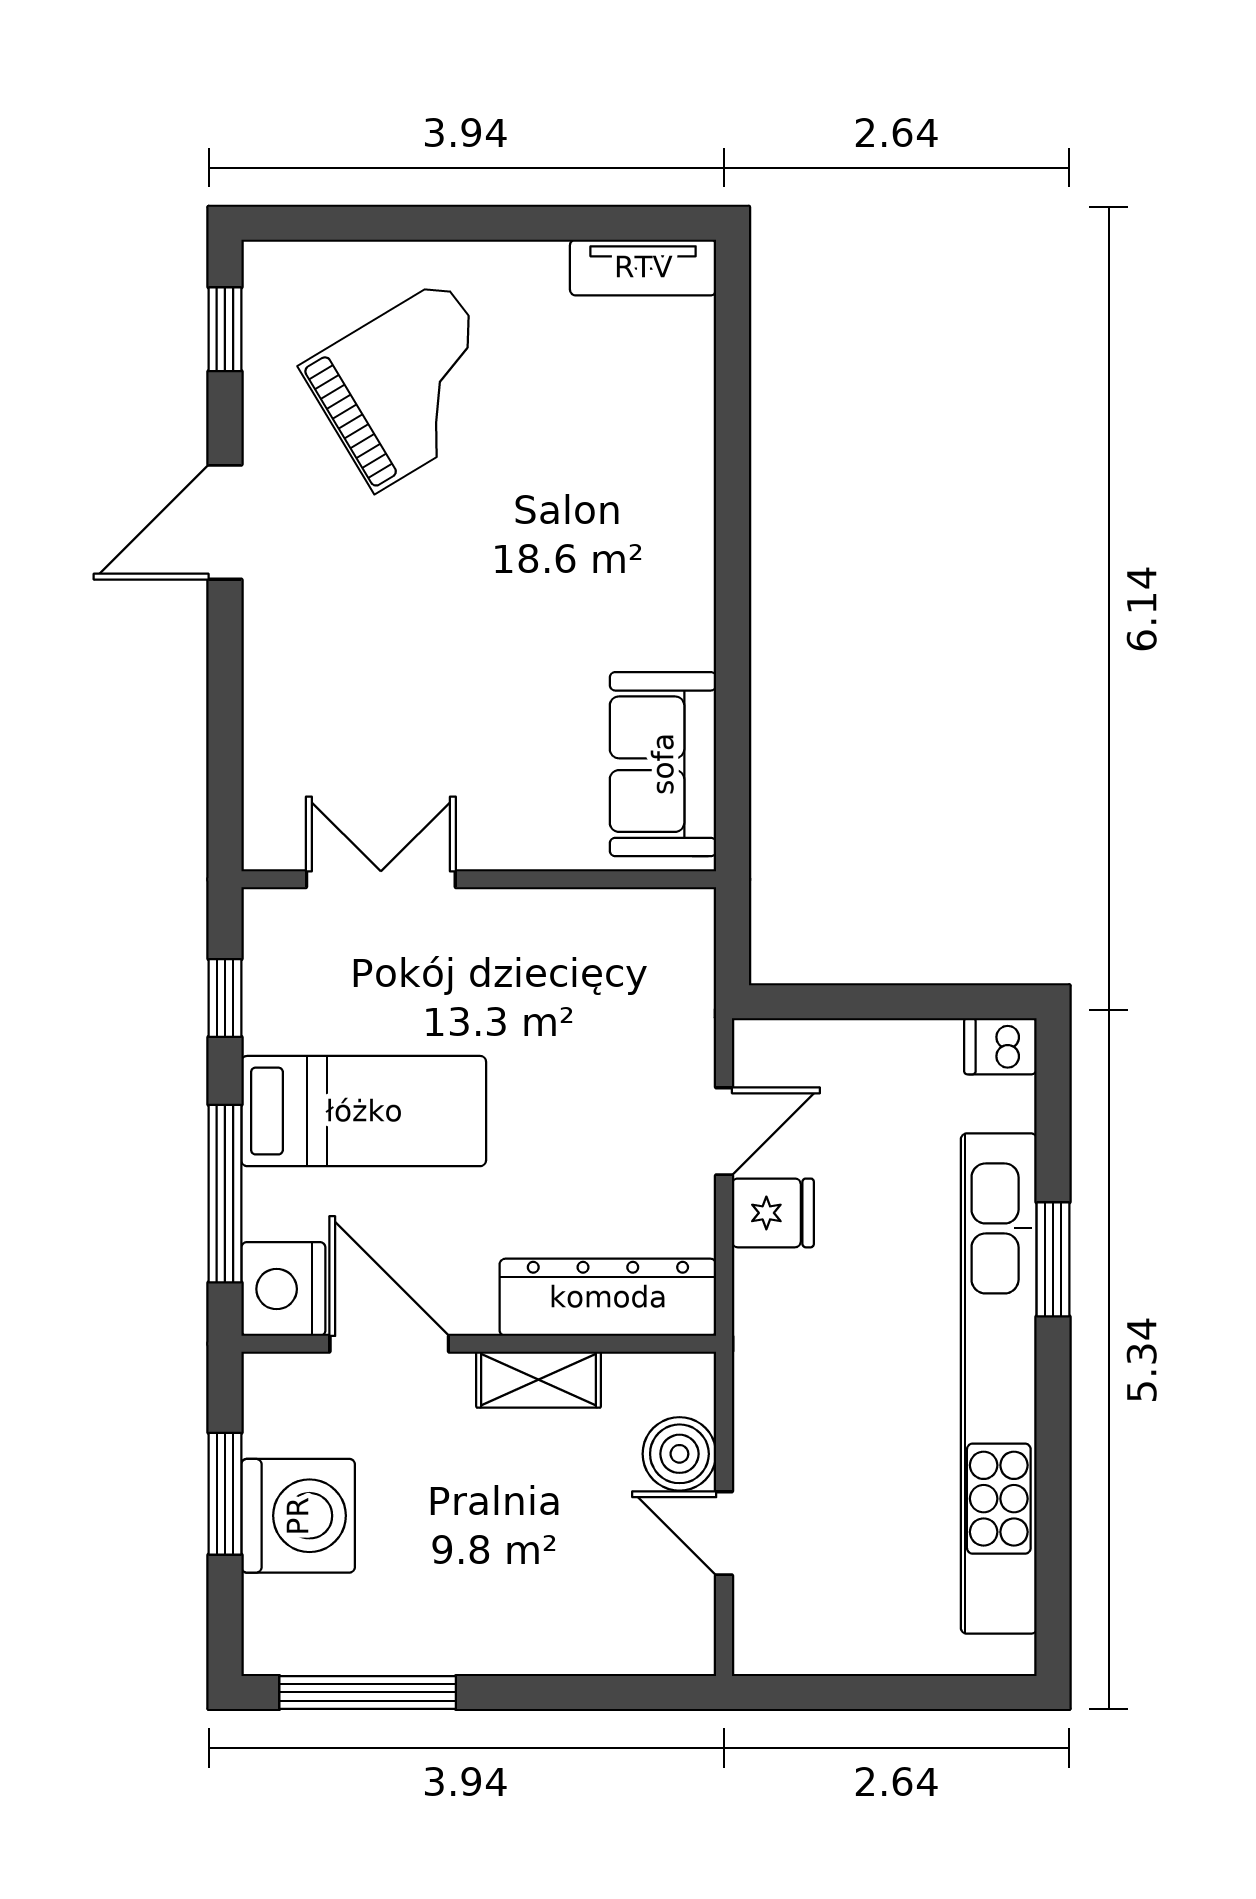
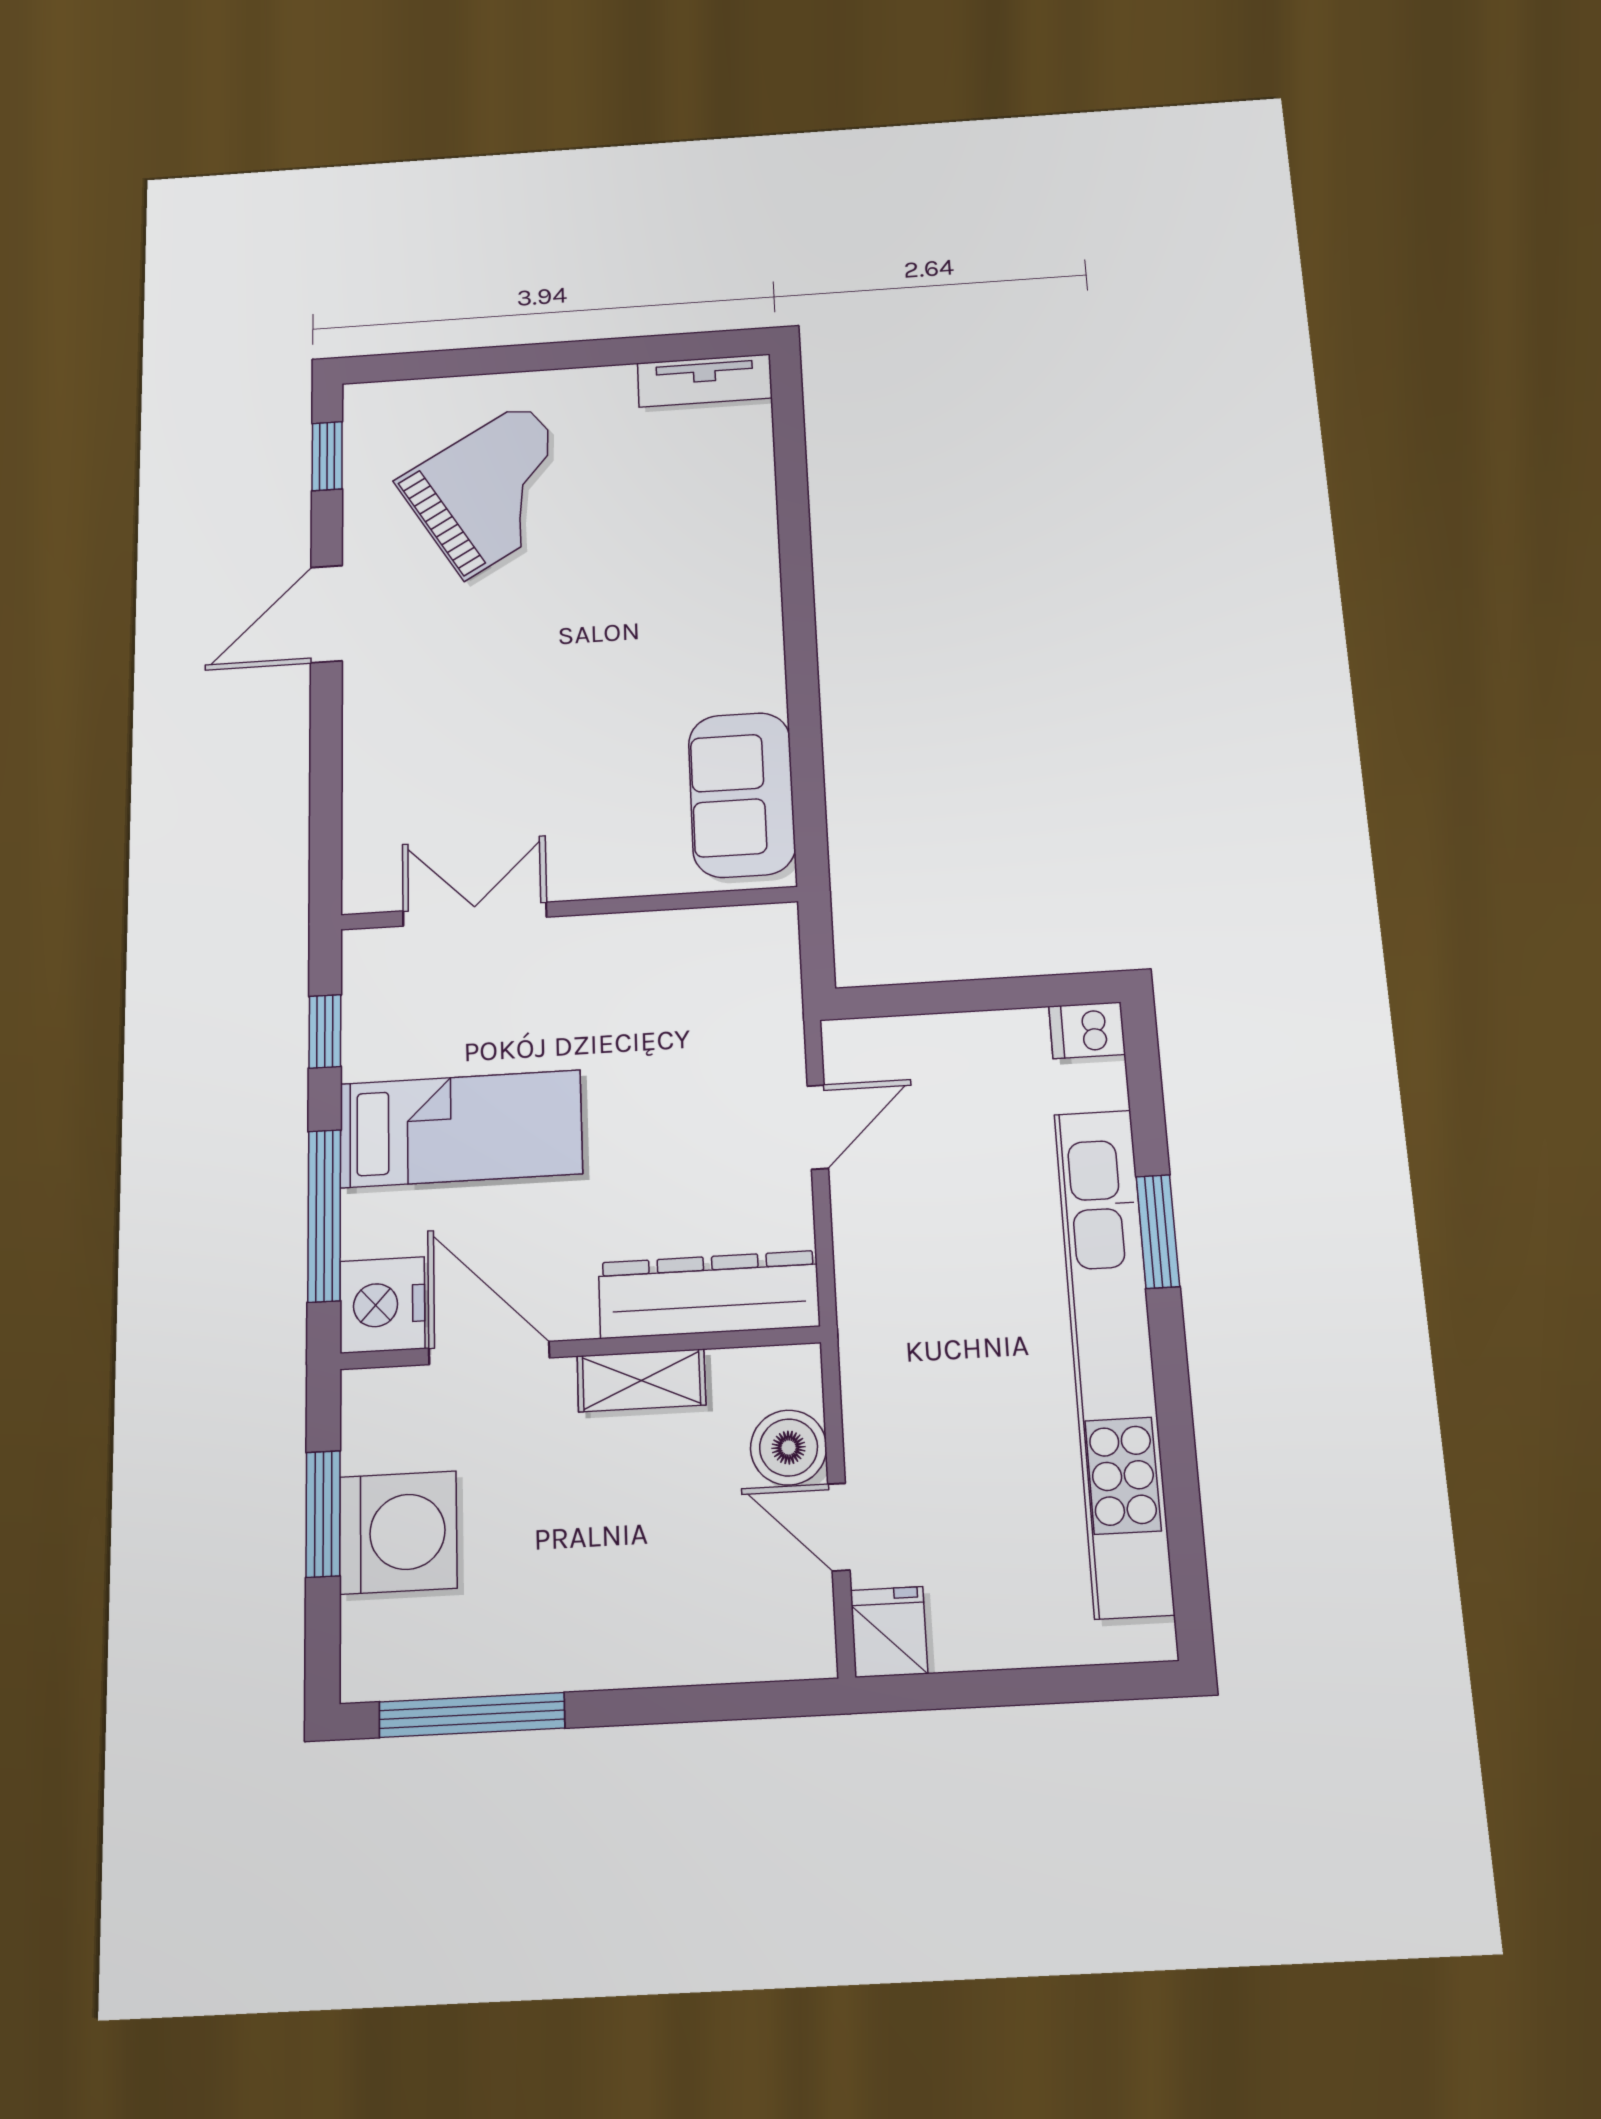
fridge: (773, 1213) -> (889, 1632), moved, turned -90

